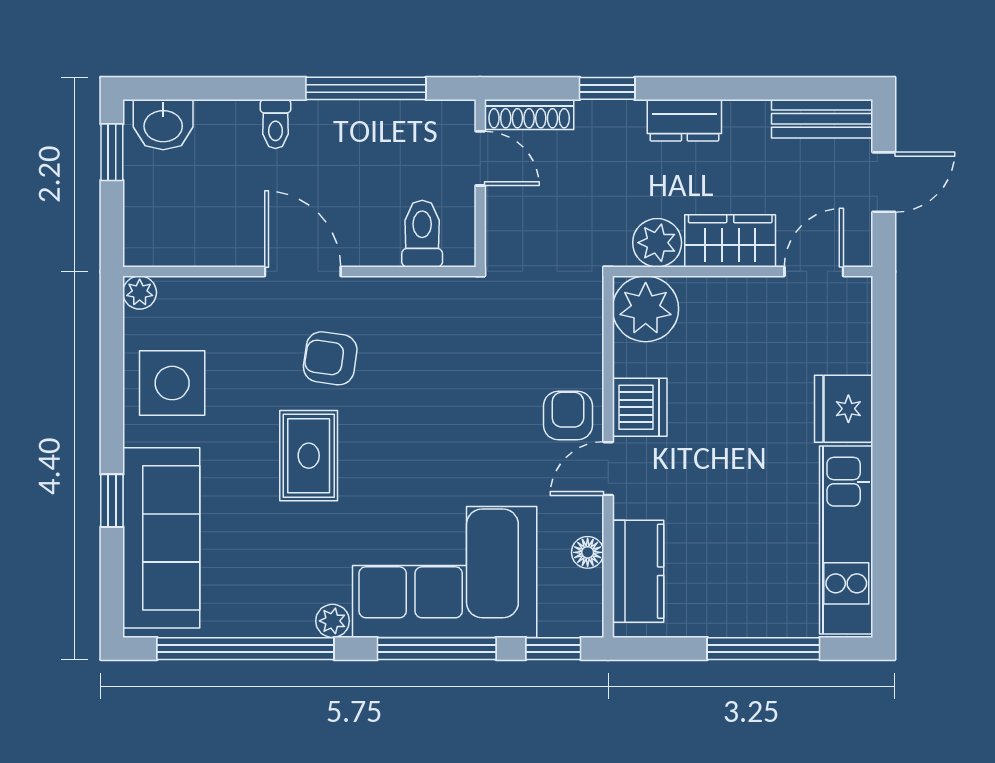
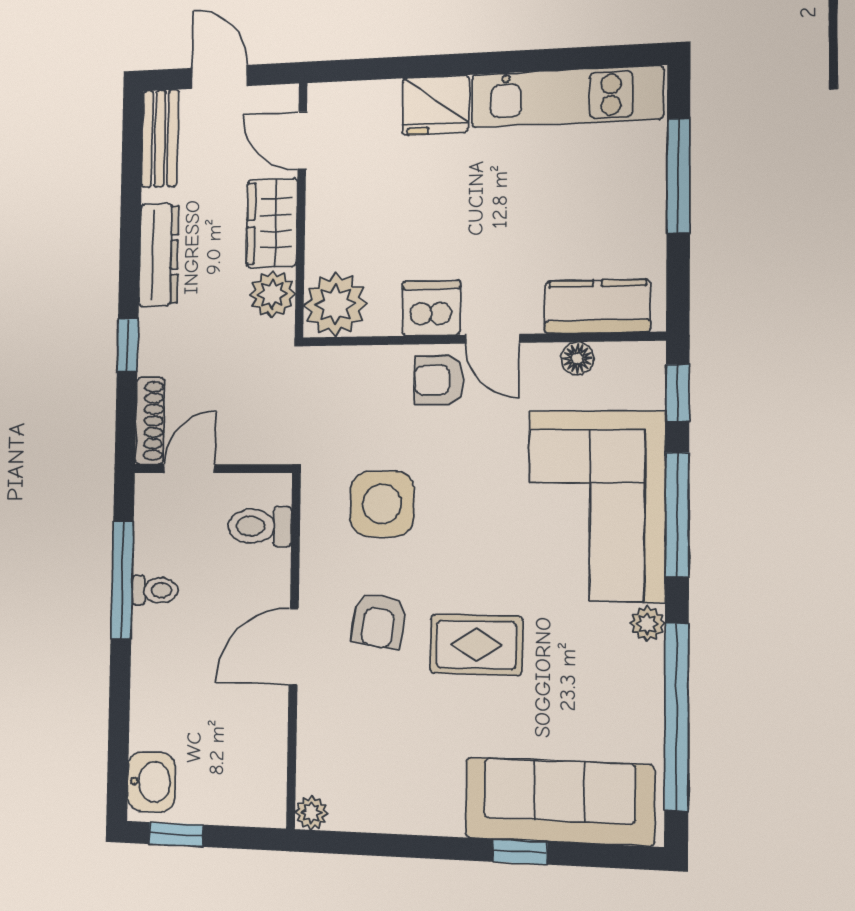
dresser: (684, 120) -> (159, 255), width x1.44
toilet: (275, 124) -> (155, 590), moved
side table: (172, 383) -> (382, 504), moved

